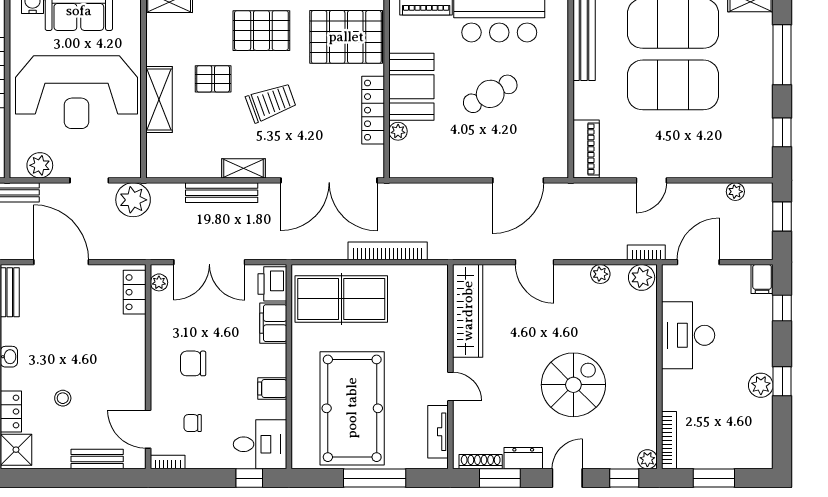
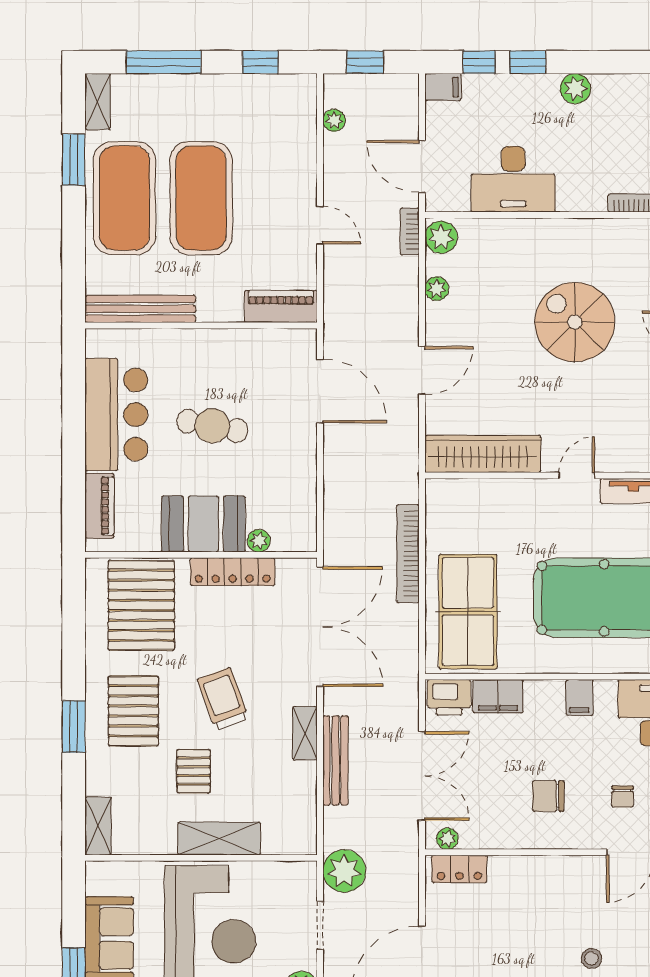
cafe table: (490, 94) -> (212, 426), turned -51
chair: (193, 363) -> (548, 796), turned 90
window: (782, 381) -> (528, 62), moved

